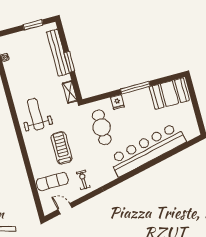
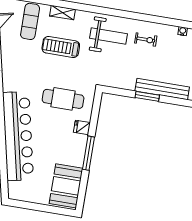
shelving: (70, 92) -> (62, 13), moved
treadmill: (61, 148) -> (61, 47), turned 180
exercise bike: (83, 180) -> (146, 40), moved

